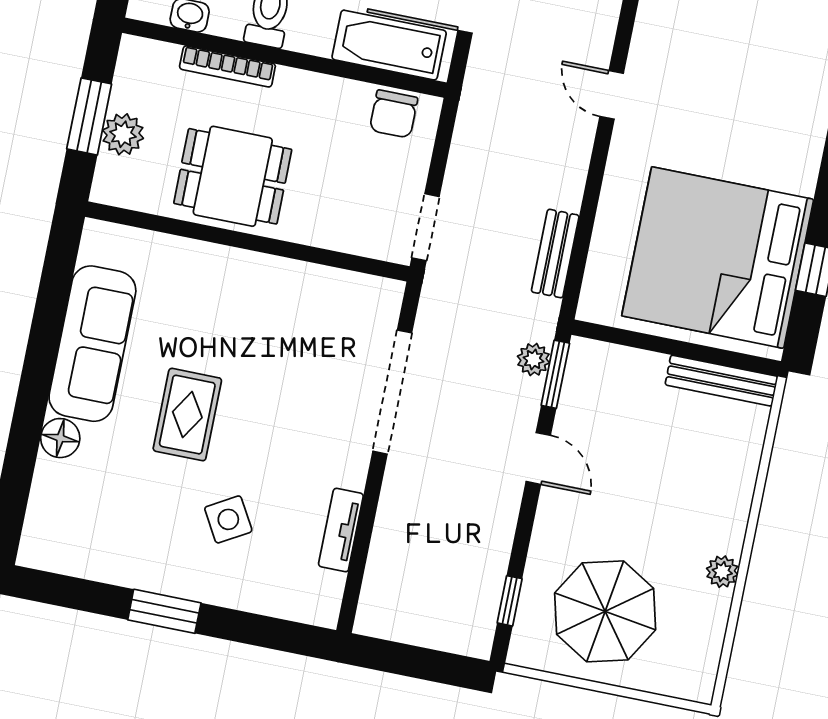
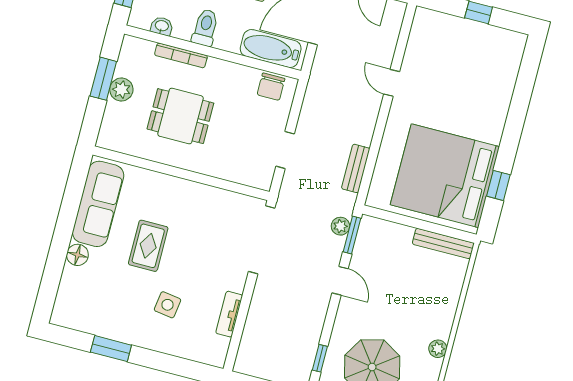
wall: (247, 241) -> (181, 173), moved
side table: (228, 519) -> (168, 305), turned 38
window: (164, 611) -> (111, 349), moved

